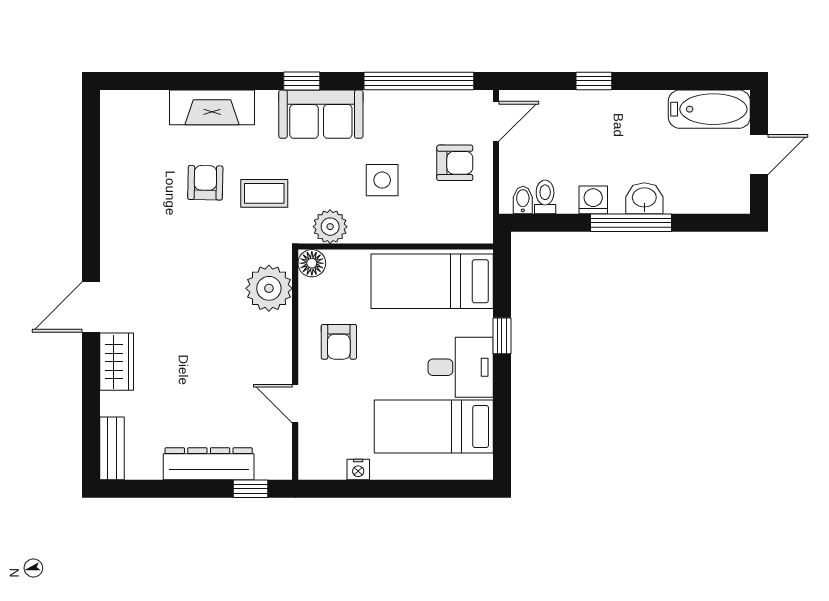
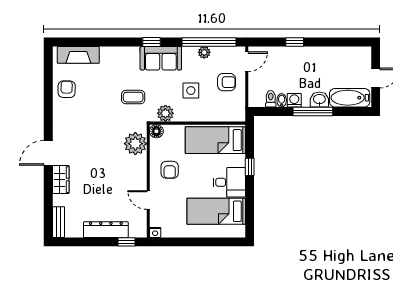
plant: (409, 102) -> (204, 52), added
fireplace: (212, 107) -> (78, 55), moved
bathtub: (709, 109) -> (350, 98), moved, turned 180
armchair: (205, 183) -> (67, 89), moved
bidet: (523, 200) -> (282, 100), moved
nightstand: (358, 470) -> (155, 232), moved

